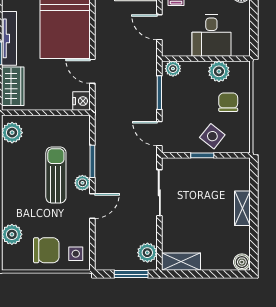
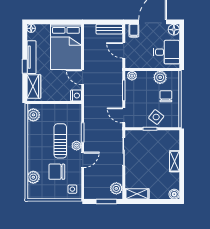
desk: (211, 36) -> (166, 52), moved, turned -90
chair: (46, 250) -> (57, 172), moved, turned 180

